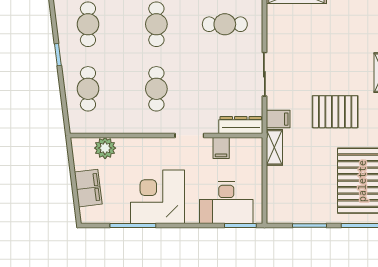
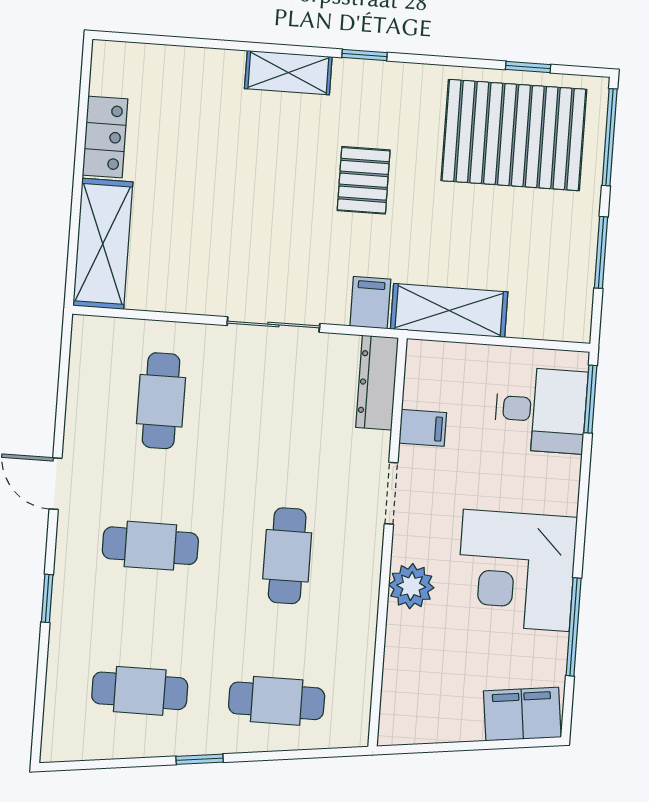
cafe table: (156, 89) -> (287, 556), turned 90
pallet: (335, 112) -> (364, 180), width x0.67, depth x0.71
shelving: (274, 147) -> (449, 310), width x1.50, depth x1.33
plant: (105, 148) -> (411, 586), moved
filing cabinet: (88, 188) -> (522, 714), moved
desk: (226, 203) -> (541, 410), width x0.73

